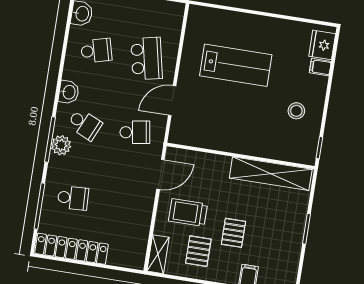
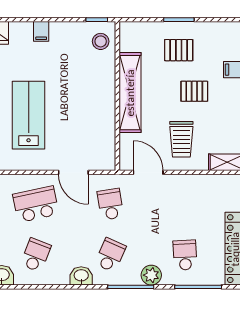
school desk: (96, 51) -> (36, 255), turned 36
filing cabinet: (320, 67) -> (41, 31), moved
stool: (296, 111) -> (101, 41), moved
plant: (61, 145) -> (151, 275), moved
shelving: (271, 174) -> (130, 93), moved
pallet: (198, 251) -> (179, 50), moved

